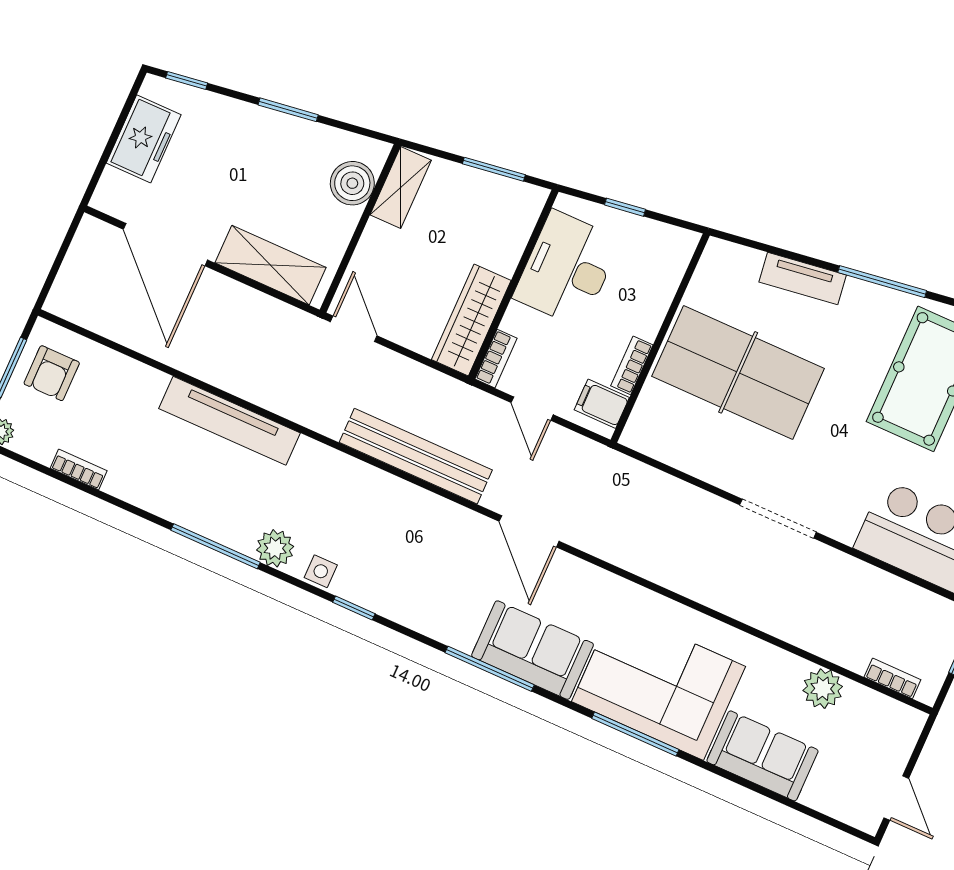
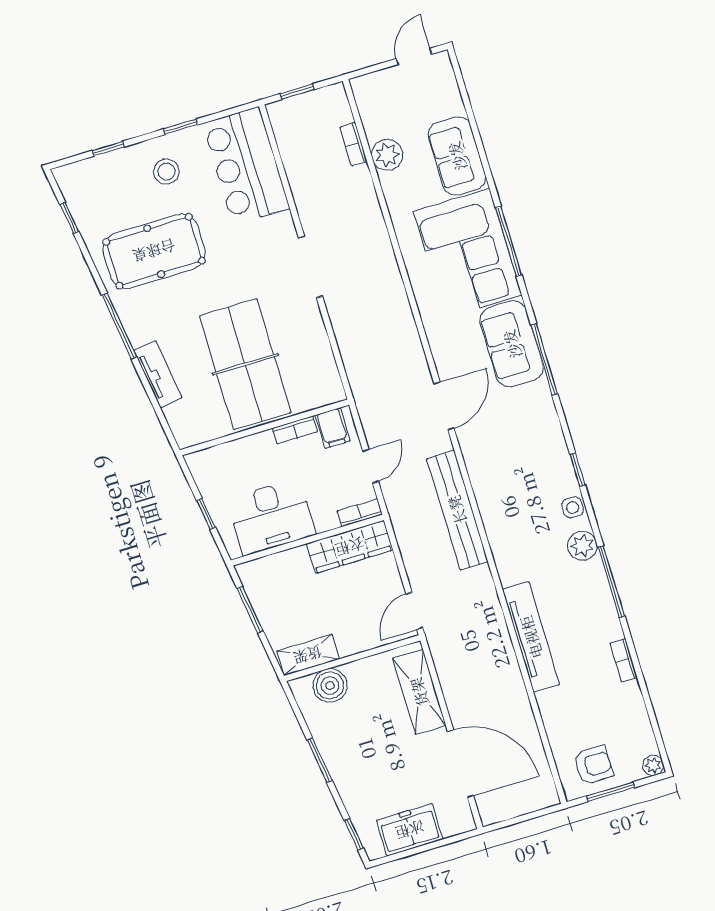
door: (165, 245) -> (460, 764), hinge flipped
bookcase: (79, 469) -> (624, 660), moved
bookcase: (892, 678) -> (354, 144), moved

